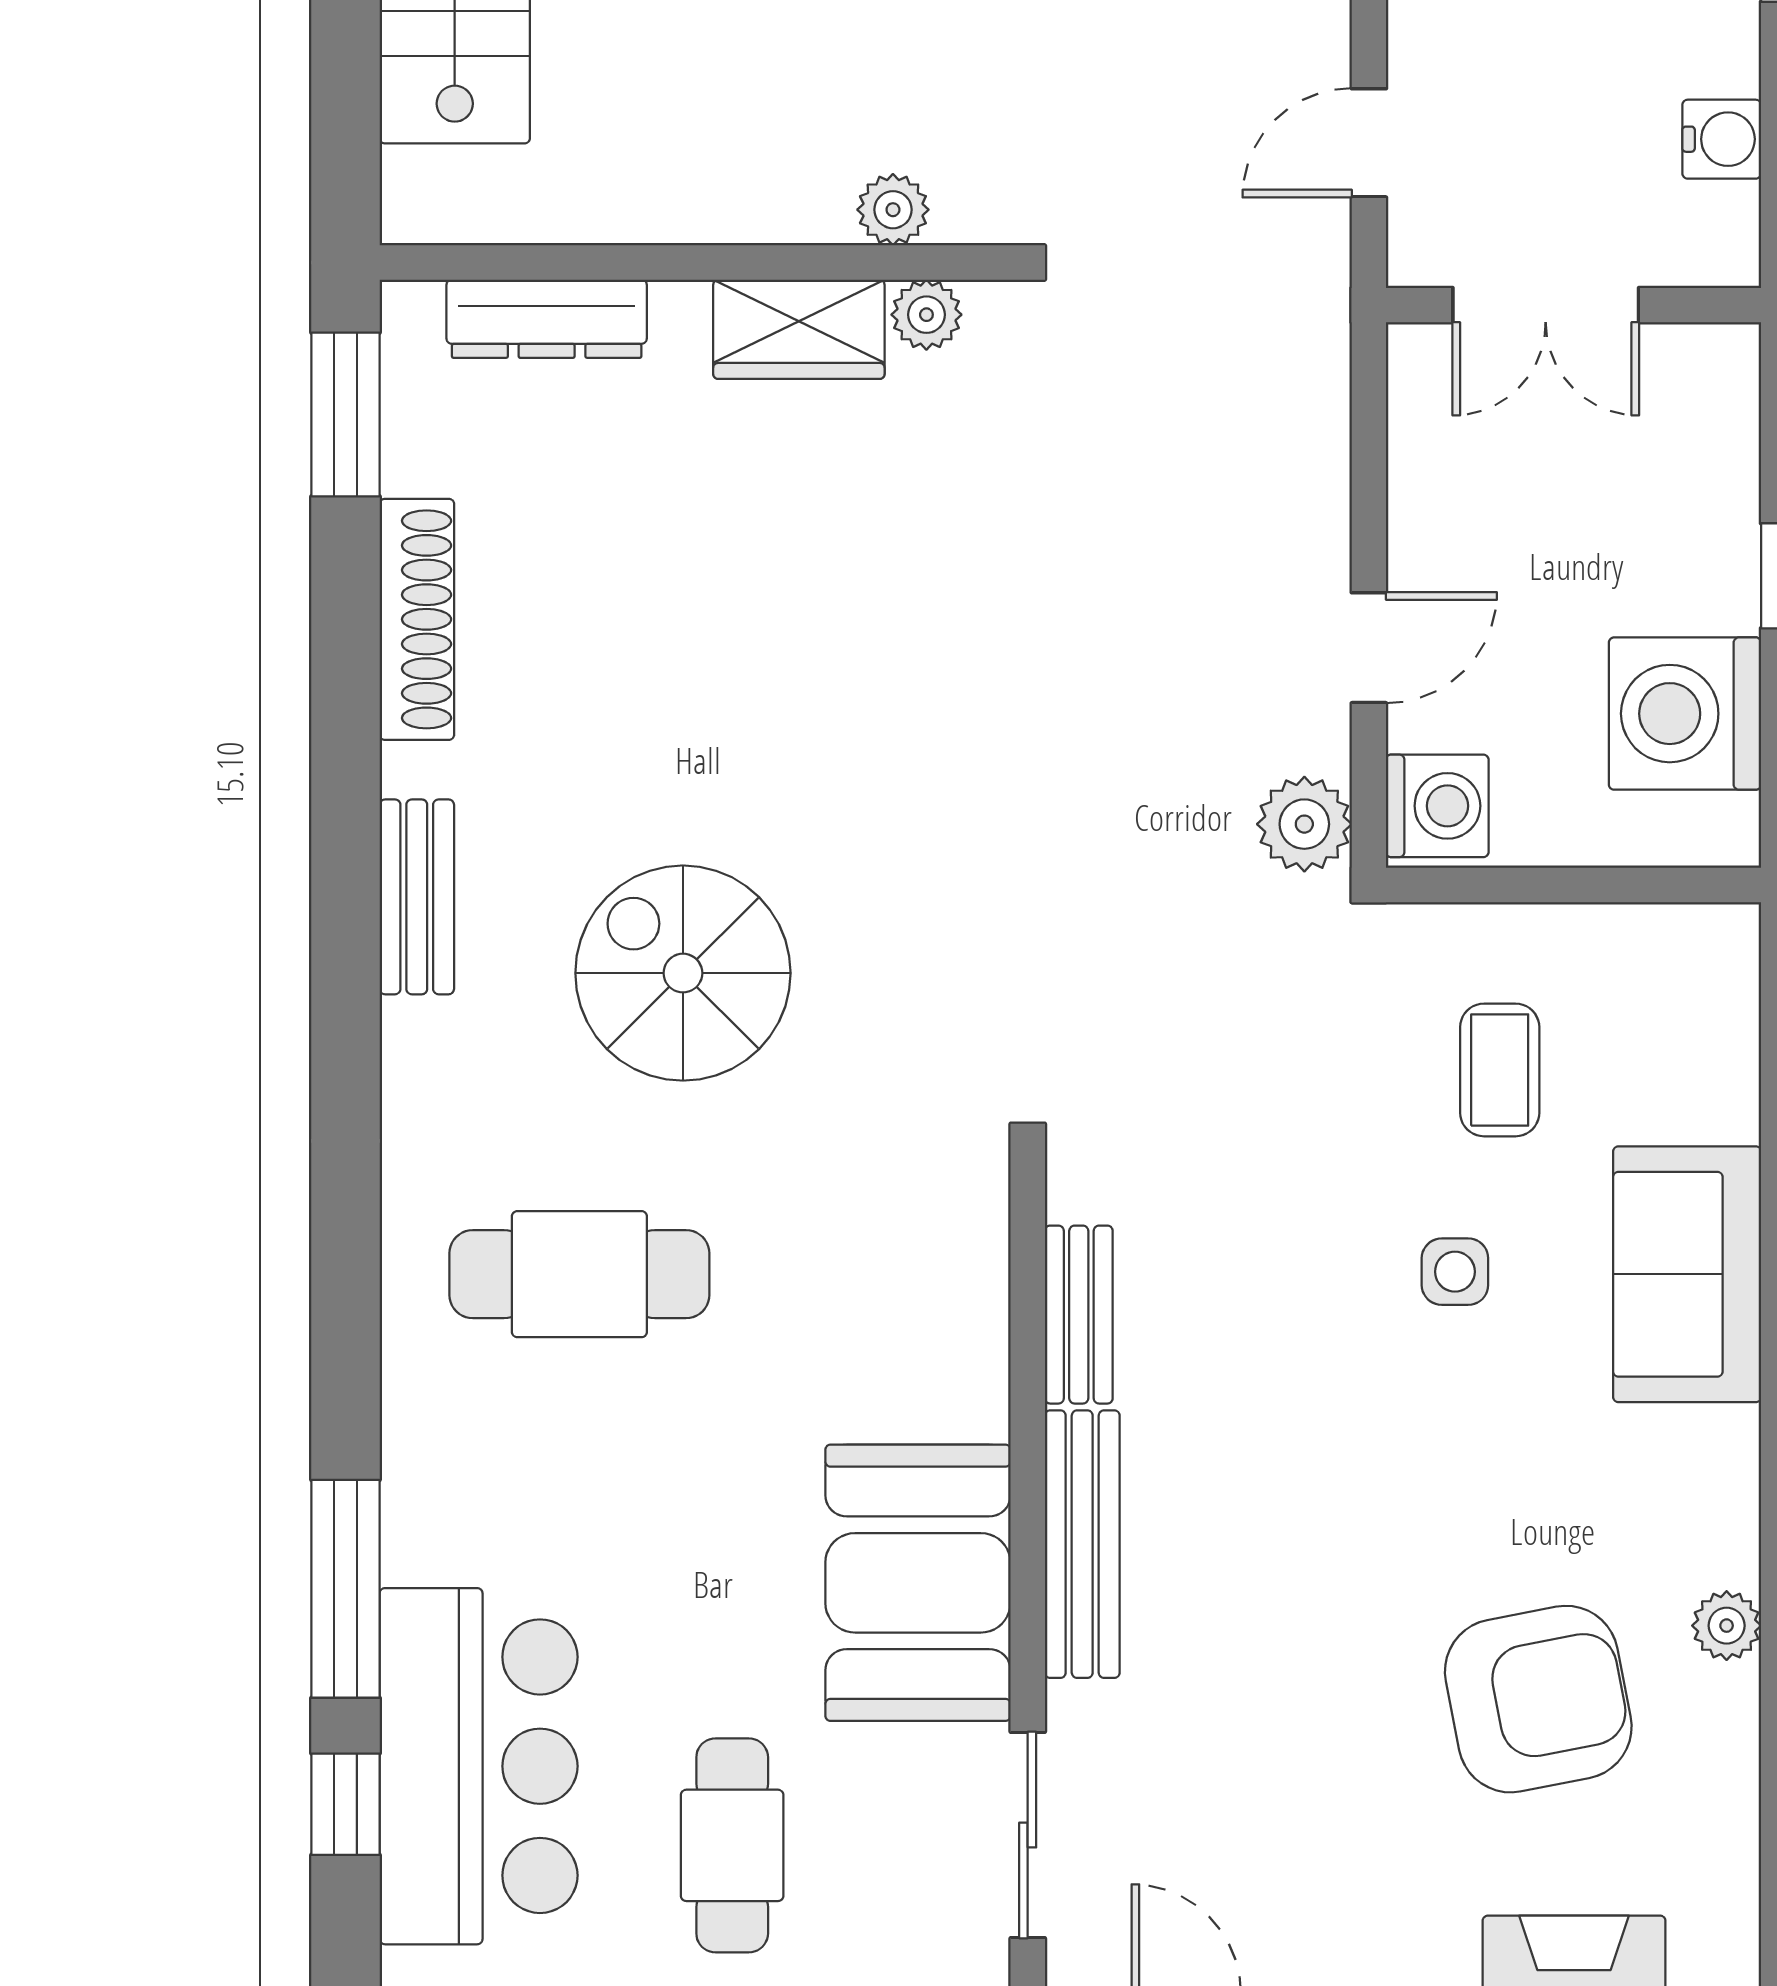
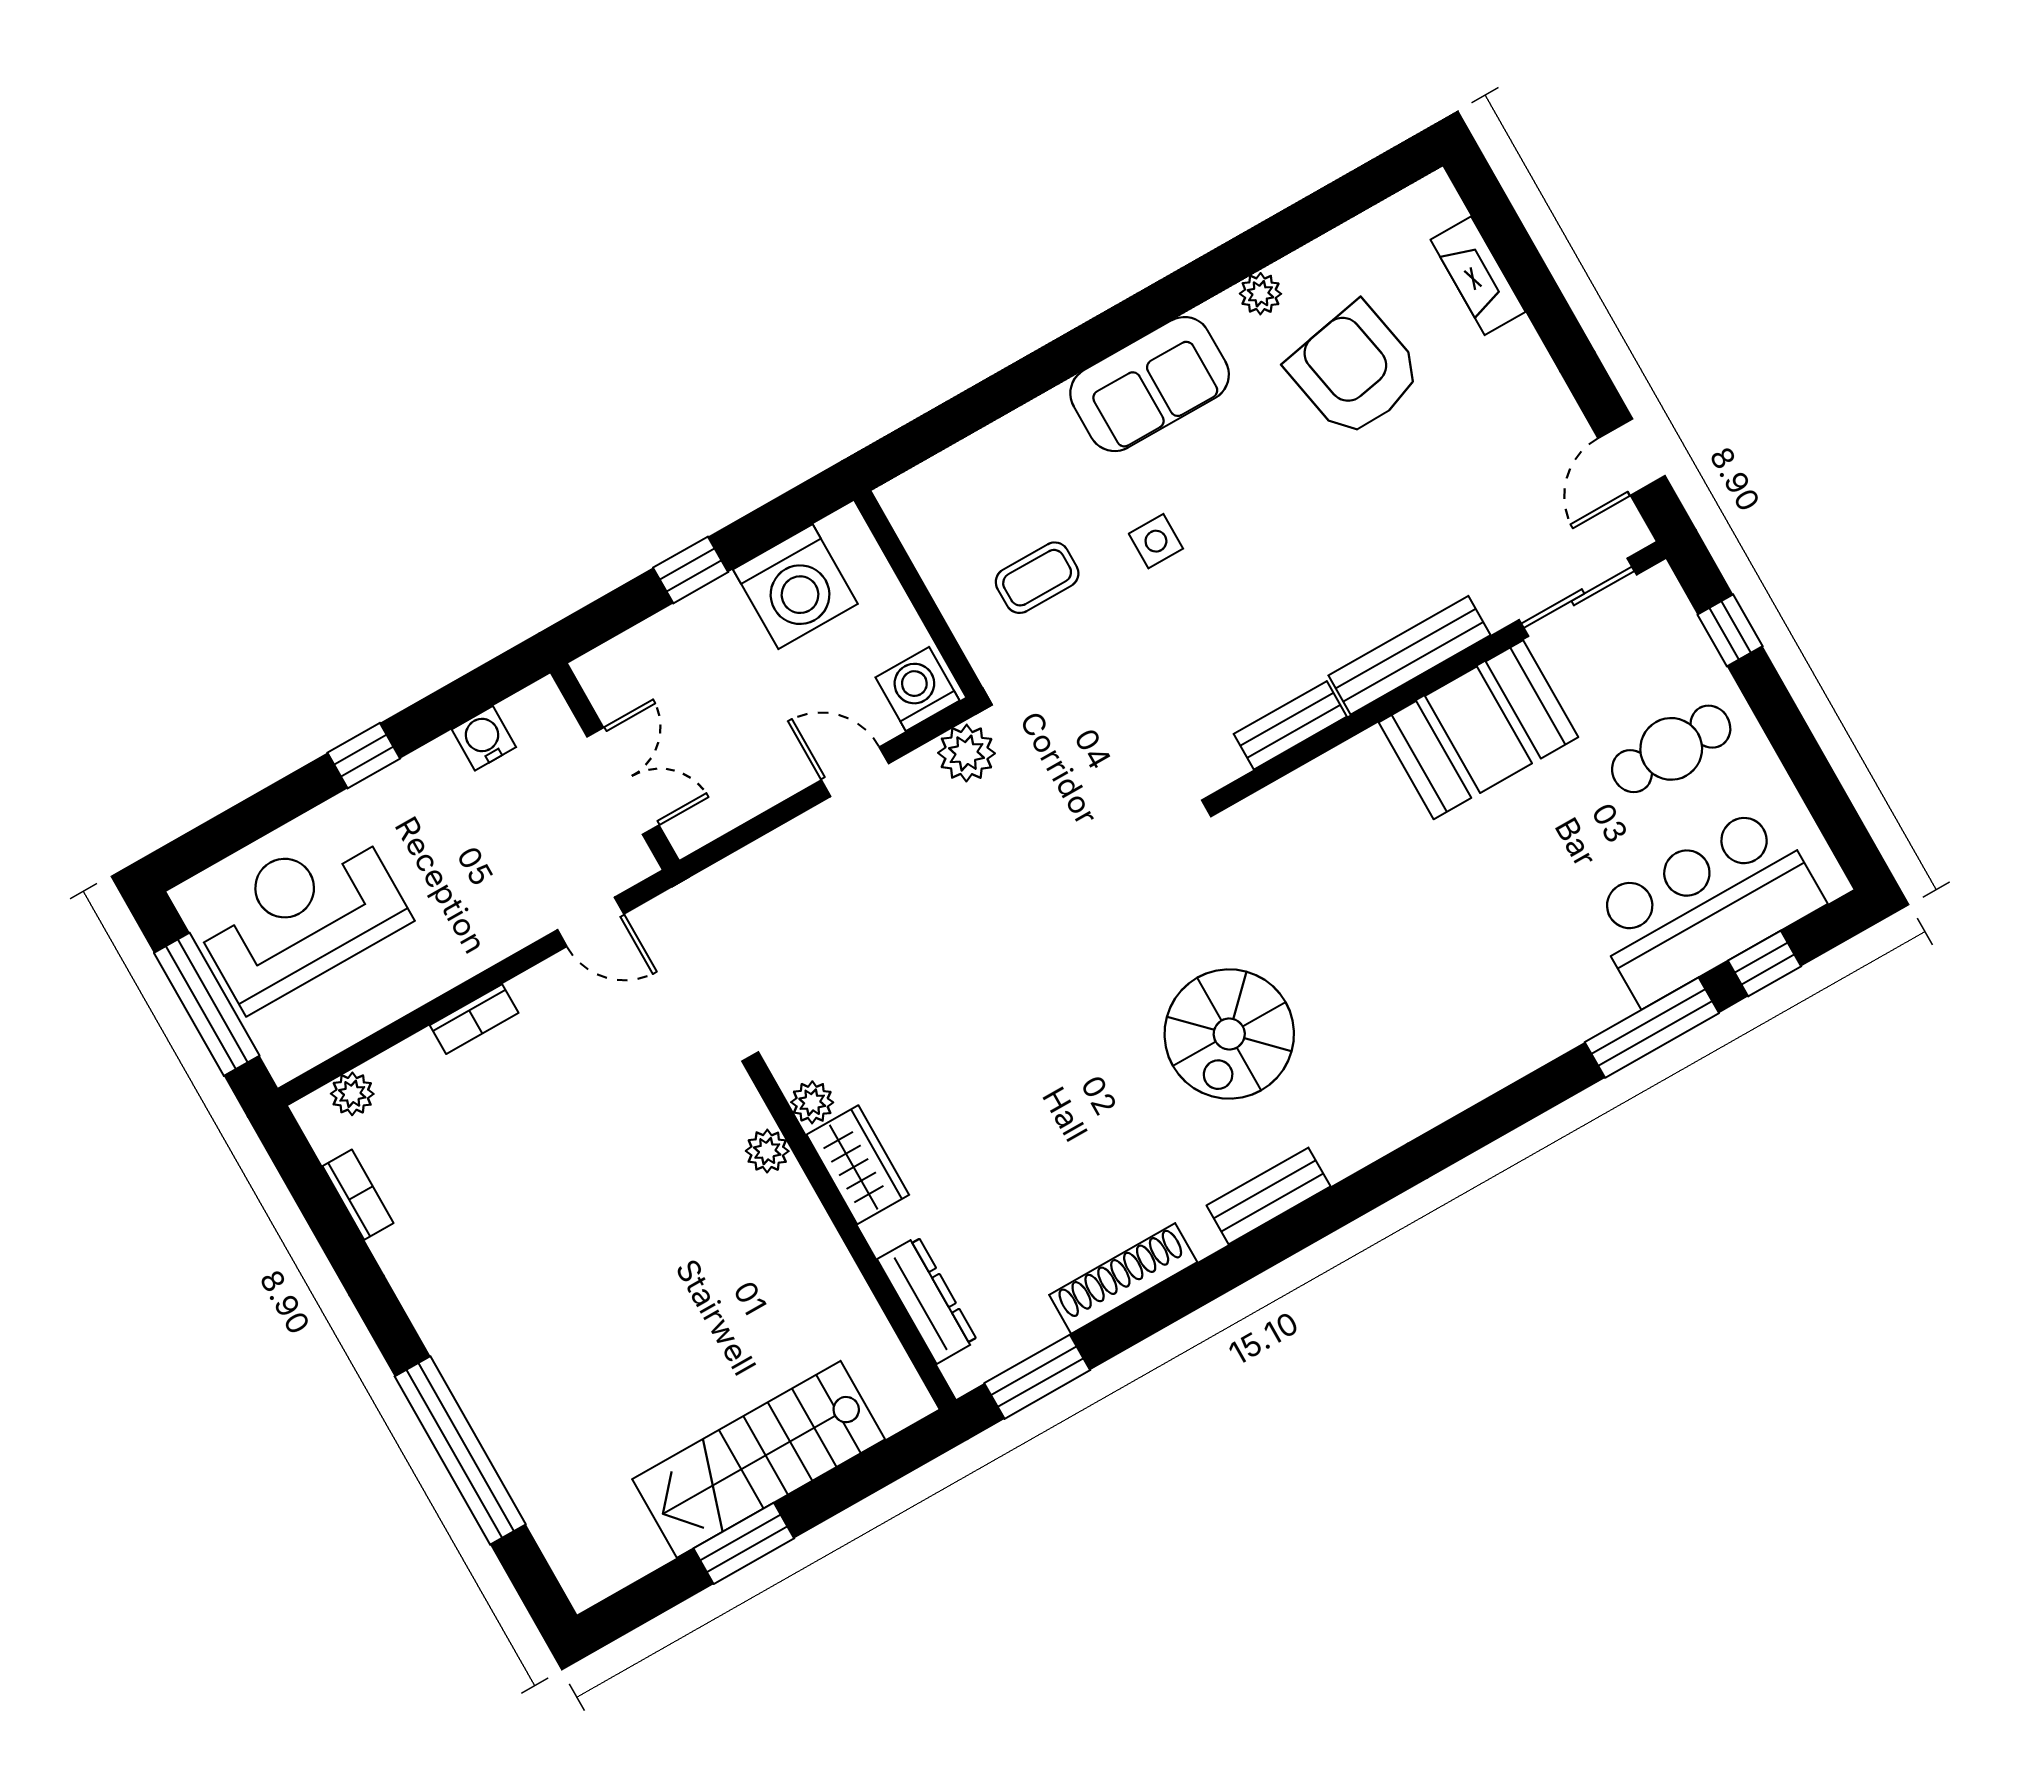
cafe table: (579, 1274) -> (1418, 999), removed
sofa: (1687, 1274) -> (1150, 384), moved

